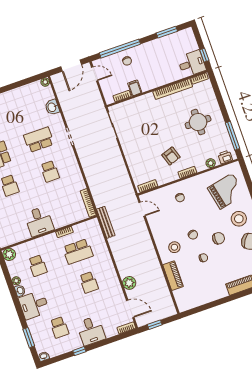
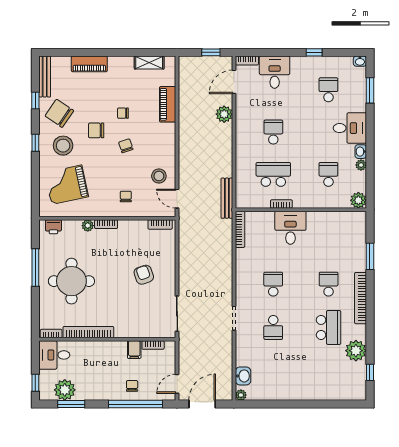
plant: (175, 41) -> (65, 390), added
window: (204, 55) -> (35, 383), moved
door: (95, 74) -> (177, 384), hinge flipped
washbasin: (52, 107) -> (243, 376), moved
round table: (198, 122) -> (71, 281), width x1.36, depth x1.36
window: (232, 136) -> (35, 268), moved
school desk: (39, 140) -> (273, 327), width x0.54
armchair: (171, 156) -> (144, 275), moved
plant: (211, 163) -> (88, 226), moved
desk: (39, 221) -> (290, 228), moved
stool: (174, 247) -> (159, 176), moved
shelving: (197, 301) -> (149, 62), added
door: (130, 309) -> (234, 82), hinge flipped
desk: (91, 331) -> (275, 72), moved

